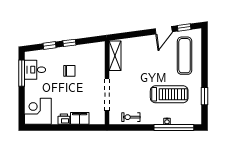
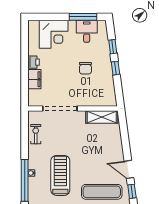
treadmill: (169, 94) -> (60, 175), turned 180
corner desk: (38, 111) -> (54, 34), moved, turned 90

